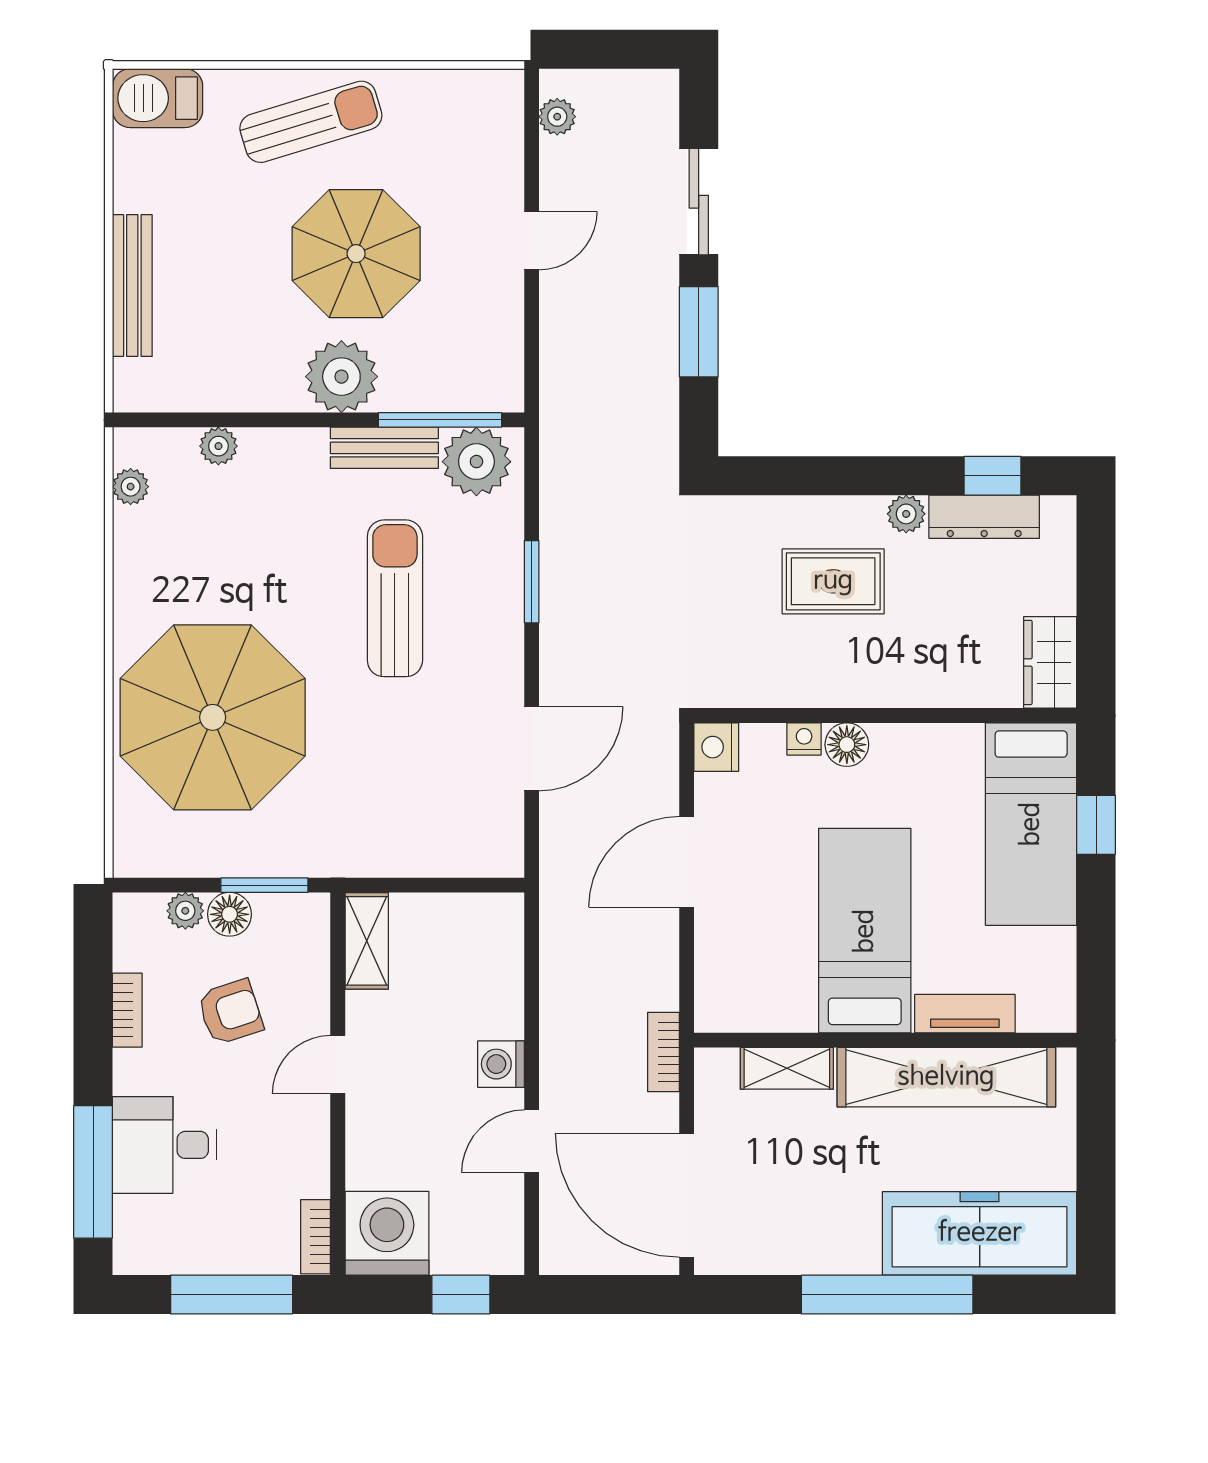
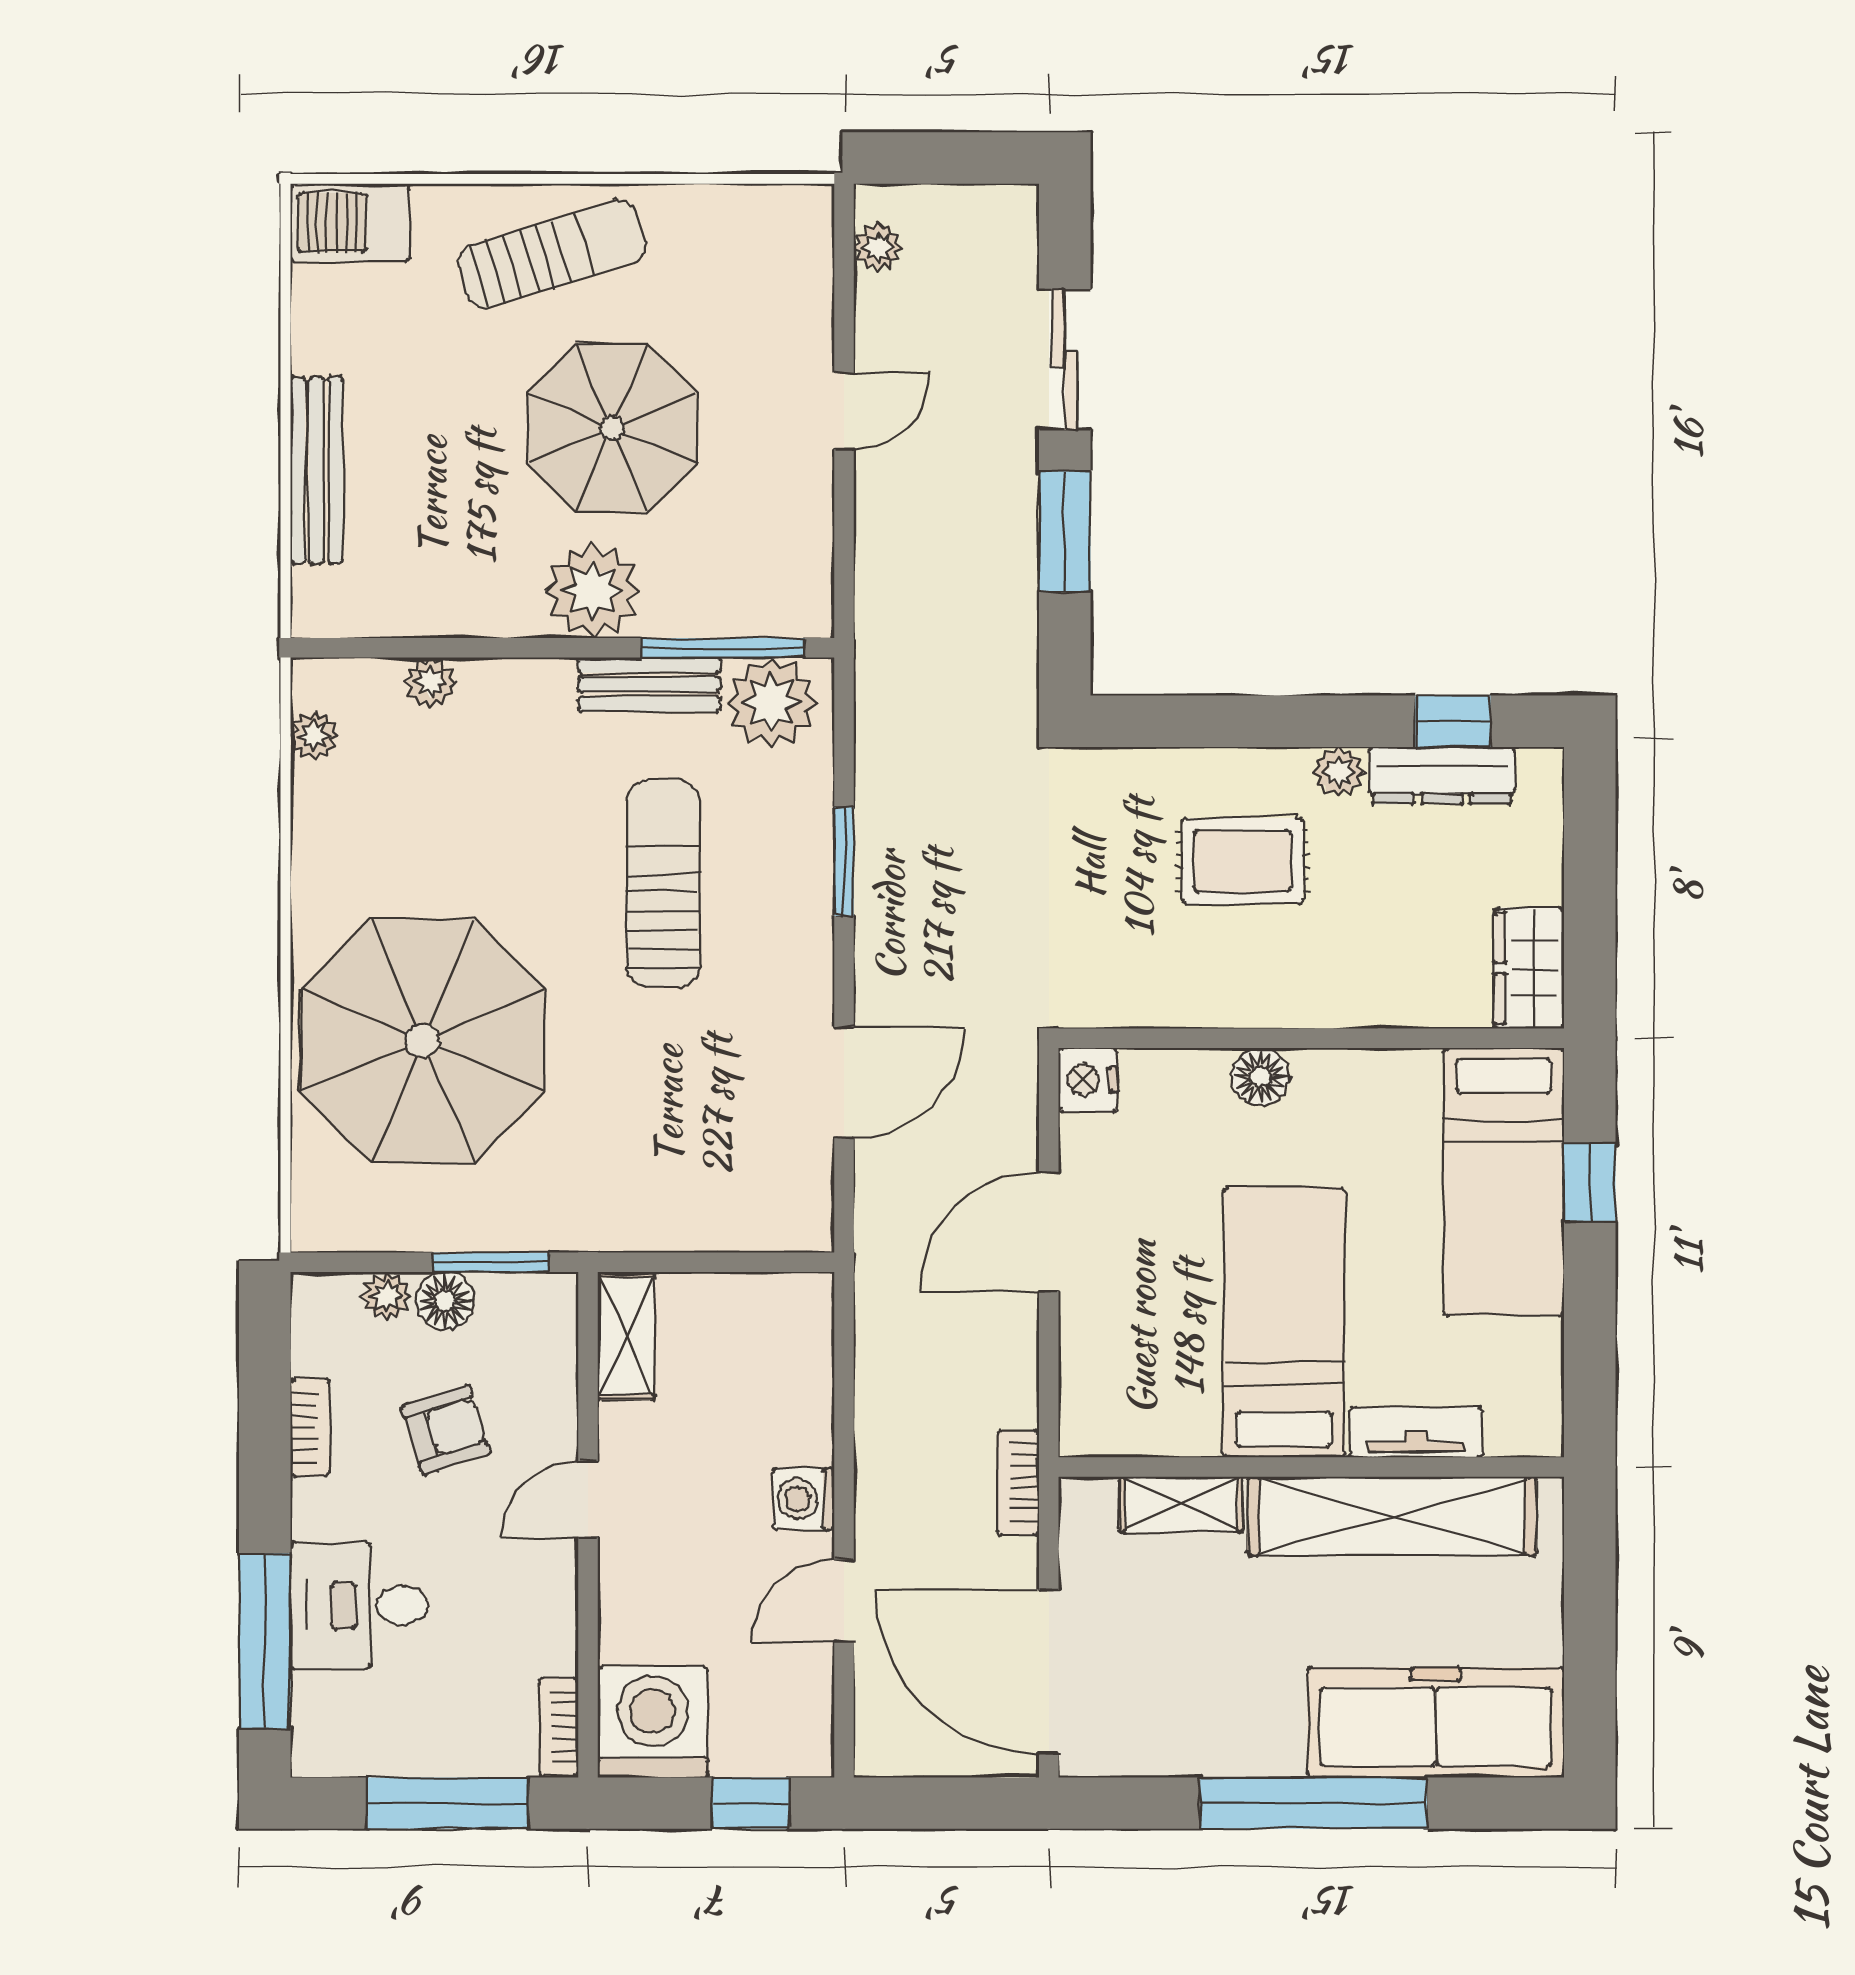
nightstand: (804, 739) -> (1204, 1069), removed

